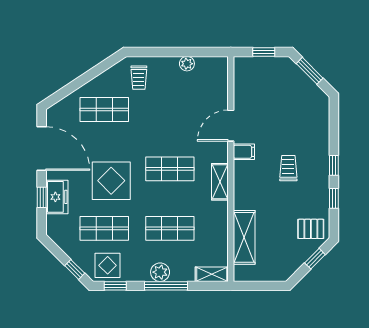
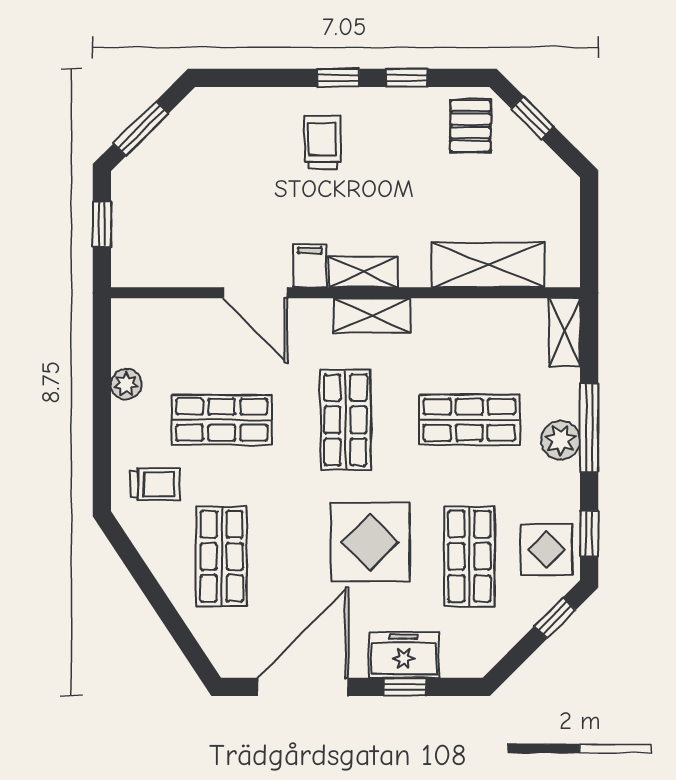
shop shelf: (170, 109) -> (222, 420), added
trolley: (288, 168) -> (322, 143), moved, turned 90
shelving: (241, 177) -> (363, 272), added
shop shelf: (170, 228) -> (469, 420), turned 90

